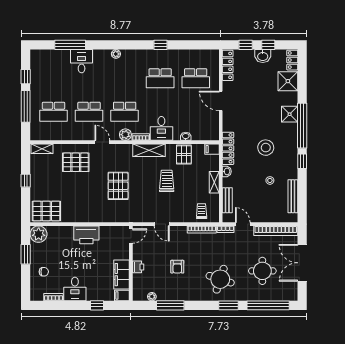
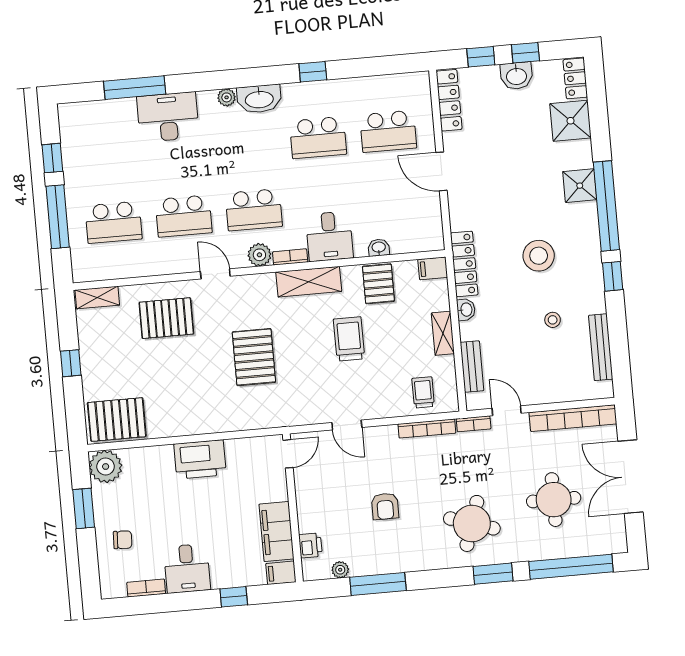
washbasin: (132, 56) -> (259, 99), added
desk: (82, 61) -> (168, 117), width x1.37
printer: (138, 267) -> (310, 545), moved

